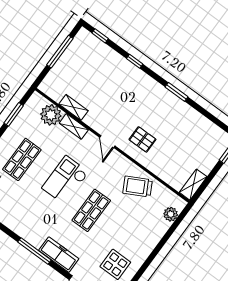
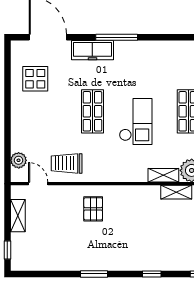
pallet: (142, 139) -> (93, 209), turned 90
door: (107, 142) -> (38, 184), moved
shelving: (193, 185) -> (18, 216), moved
trolley: (138, 186) -> (67, 163), turned -152

